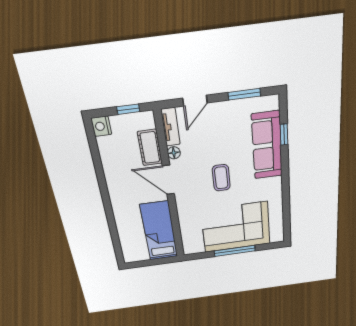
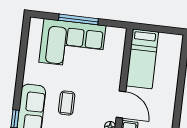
coffee table: (221, 178) -> (67, 103), moved

